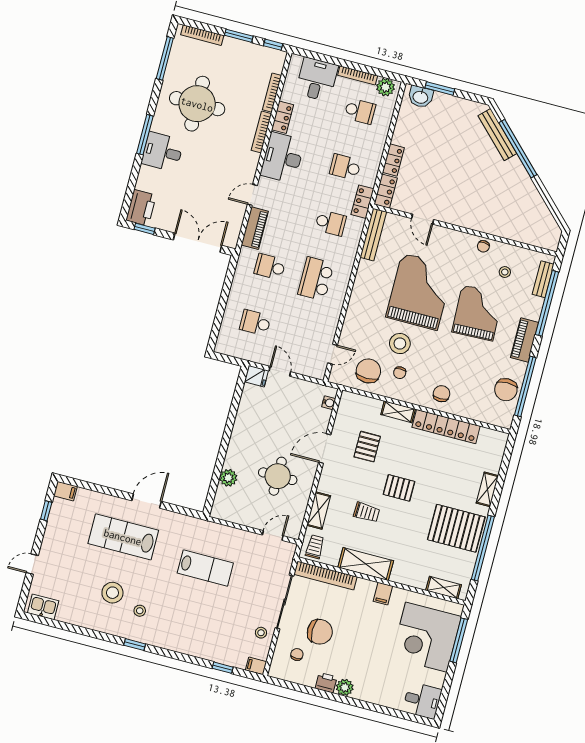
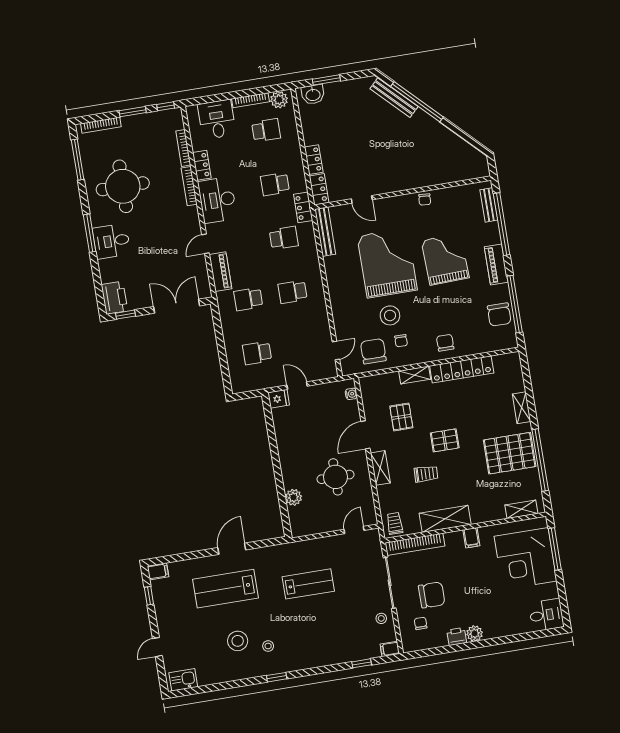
stool: (505, 272) -> (453, 213), removed
school desk: (316, 279) -> (293, 292), width x0.54
shelving: (319, 510) -> (380, 468), moved

